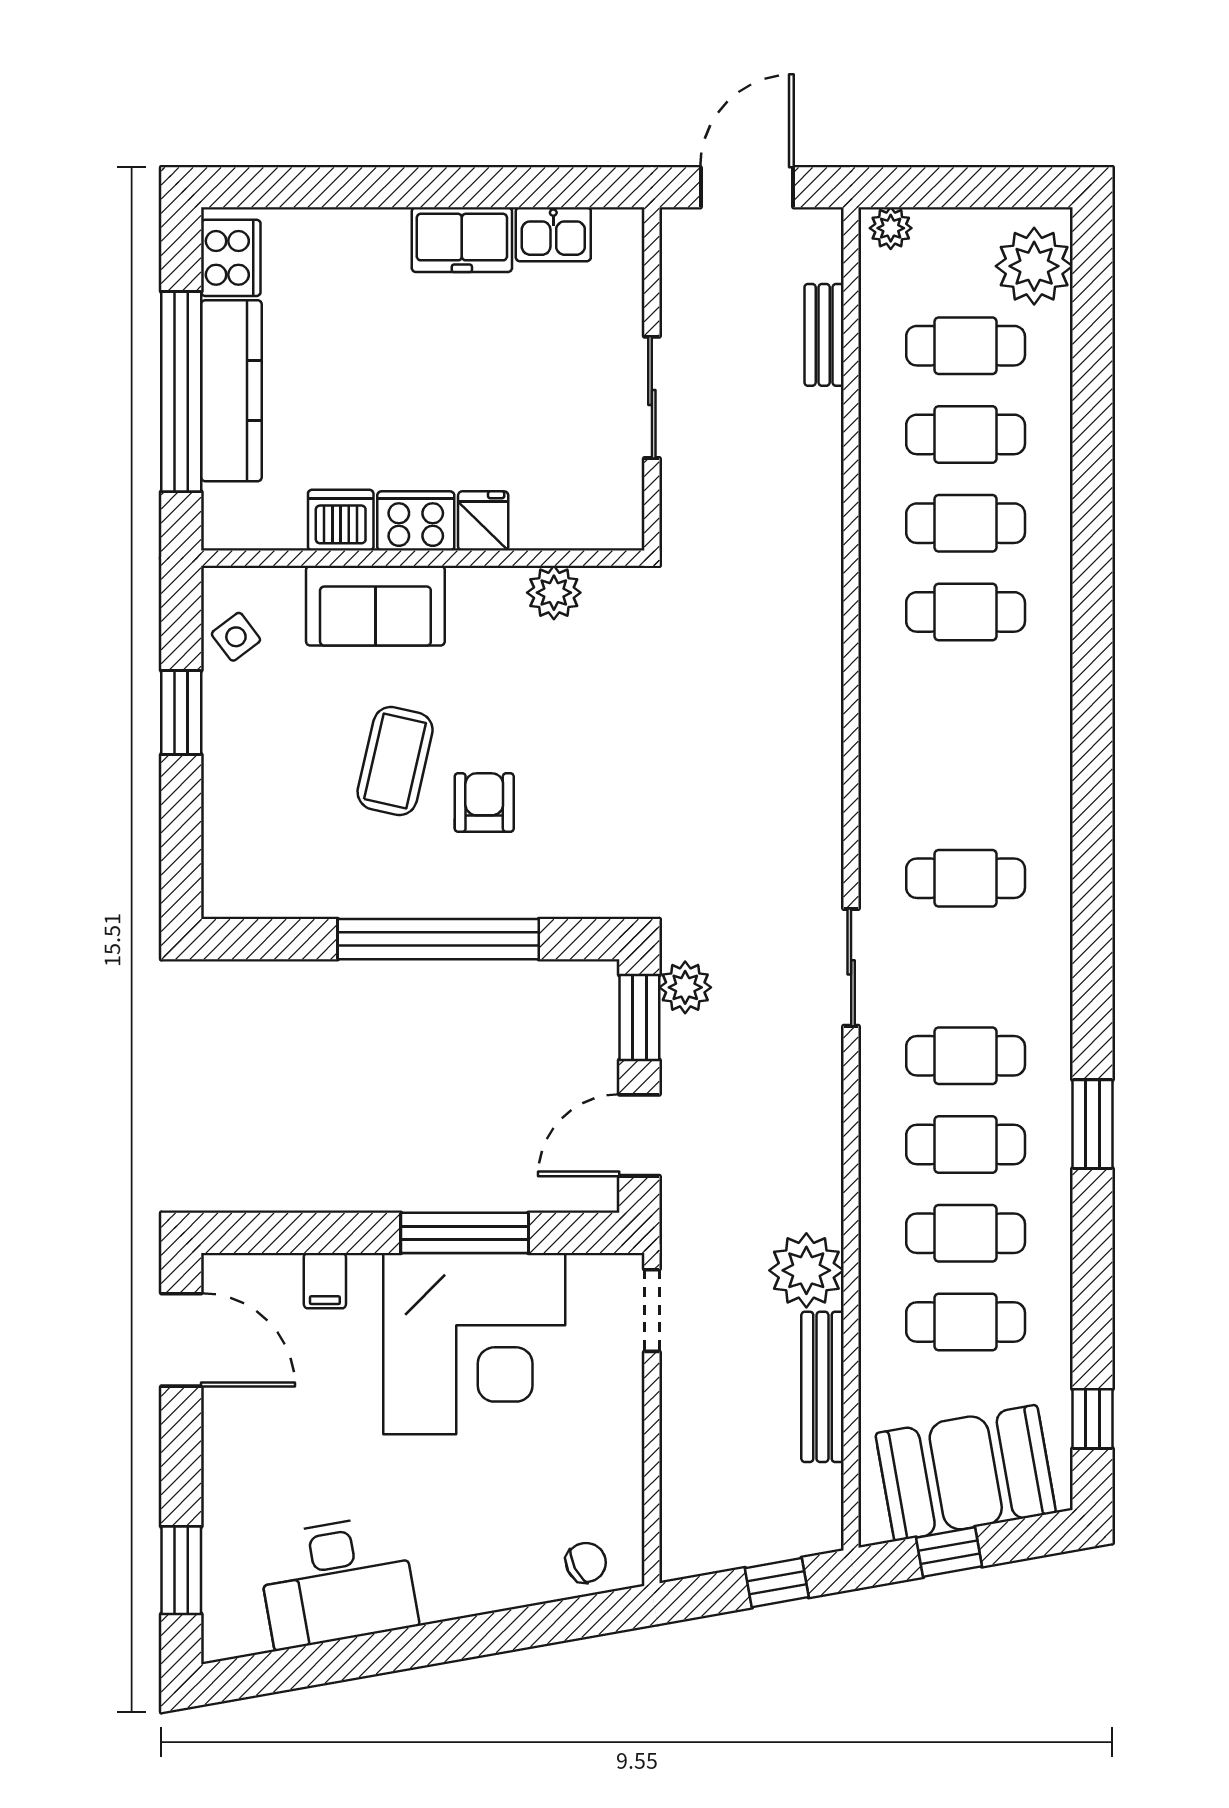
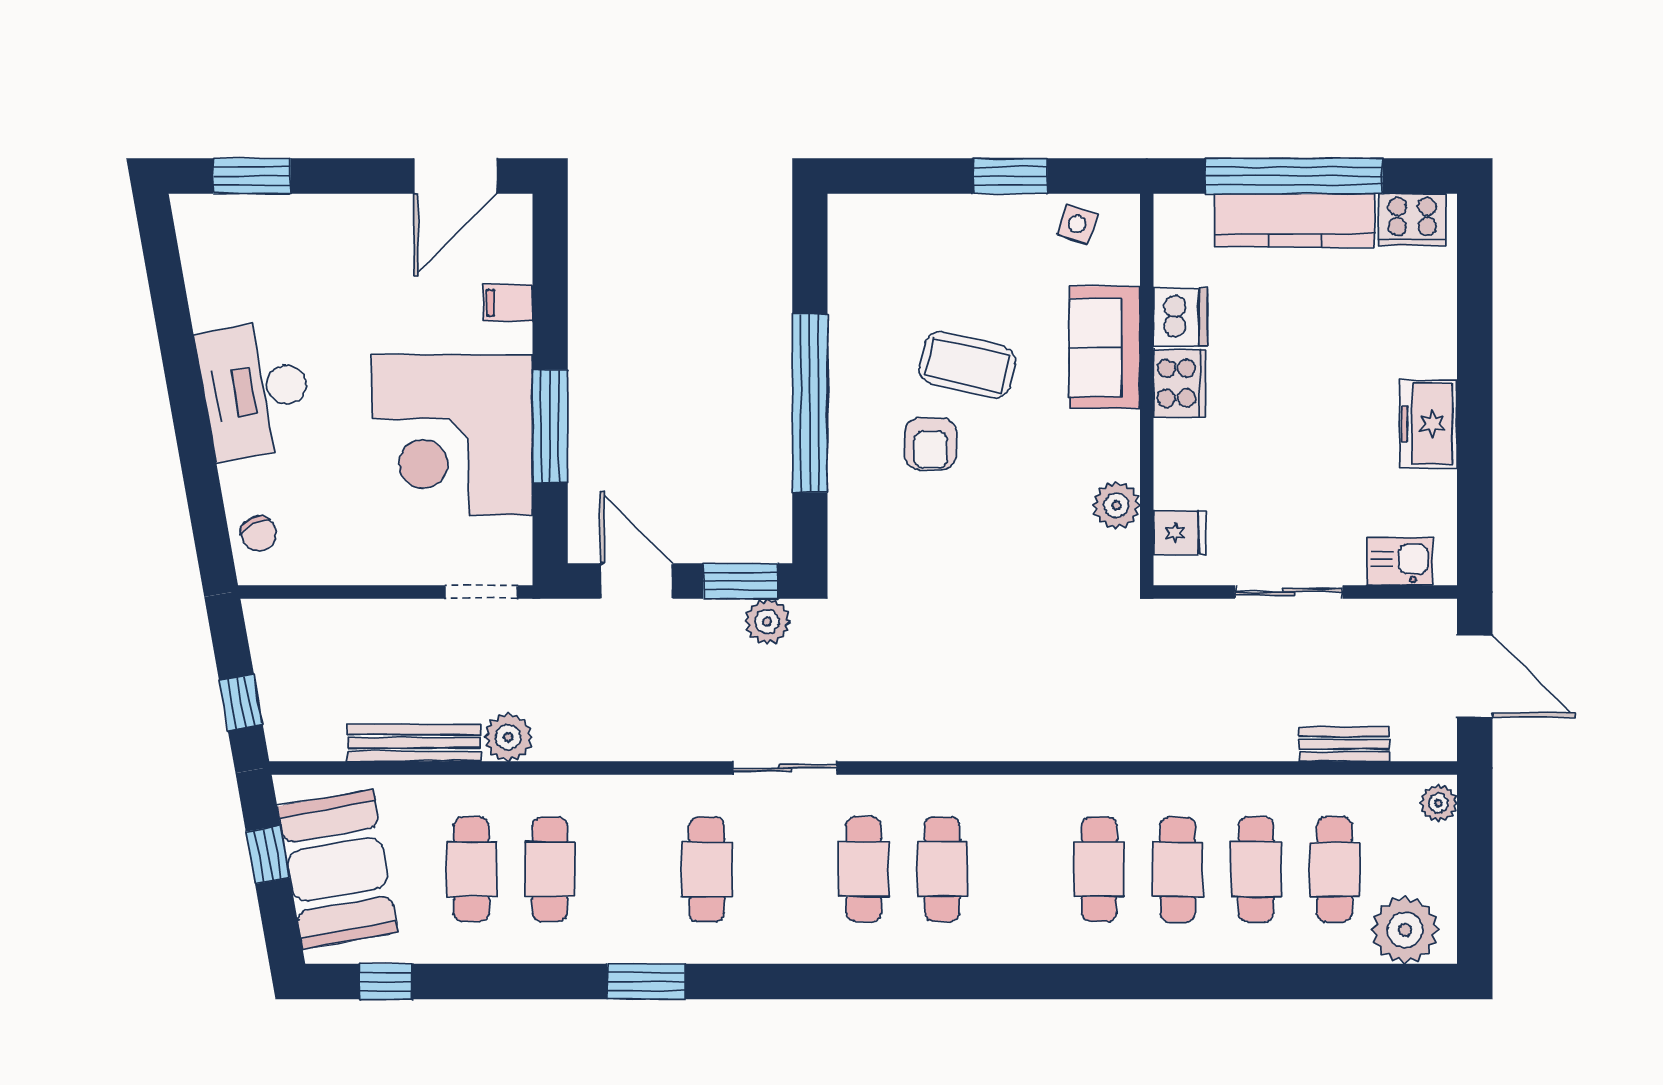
kitchen sink: (553, 234) -> (1400, 561), moved, turned 90
fridge: (483, 521) -> (1180, 533), moved
side table: (236, 637) -> (1077, 224), turned -34
armchair: (484, 803) -> (931, 444), turned 90
cafe table: (966, 1145) -> (942, 869), moved
plant: (806, 1270) -> (508, 737), width x0.73, depth x0.73
desk: (337, 1582) -> (255, 390), moved

